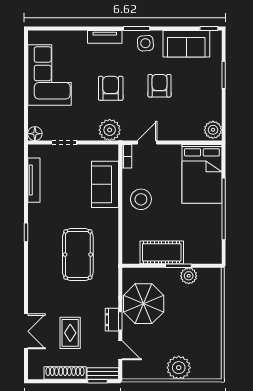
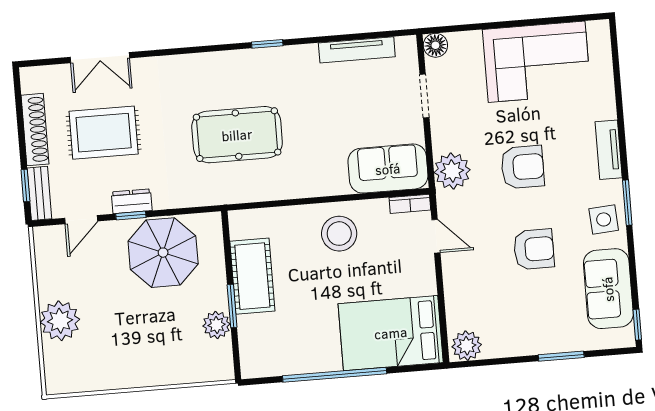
sofa: (105, 184) -> (388, 169), moved
rug: (70, 333) -> (104, 133), width x1.36, depth x1.43

